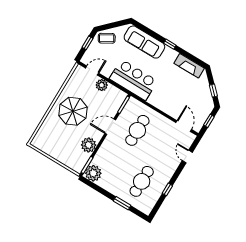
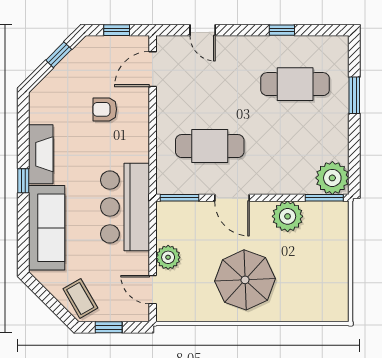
fireplace: (189, 66) -> (41, 154), moved
armchair: (179, 96) -> (105, 109), added
door: (187, 157) -> (203, 30), hinge flipped

